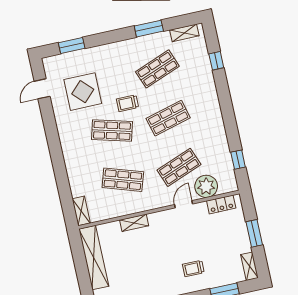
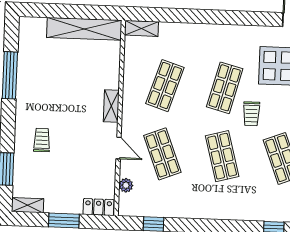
trolley: (127, 103) -> (251, 114), turned 180
plant: (206, 186) -> (126, 185), width x0.53, depth x0.53
locker: (221, 204) -> (98, 207), moved, turned 90
shelving: (134, 223) -> (111, 106), moved

